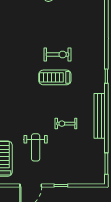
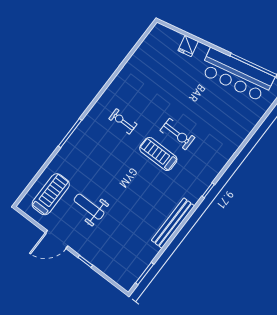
exercise bike: (66, 124) -> (123, 121), moved
weight bench: (36, 147) -> (89, 207), turned 90

